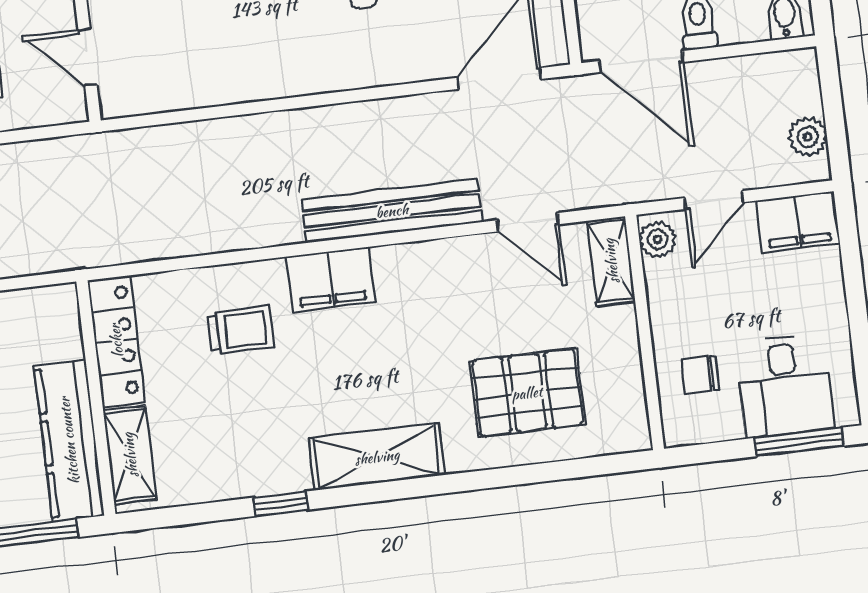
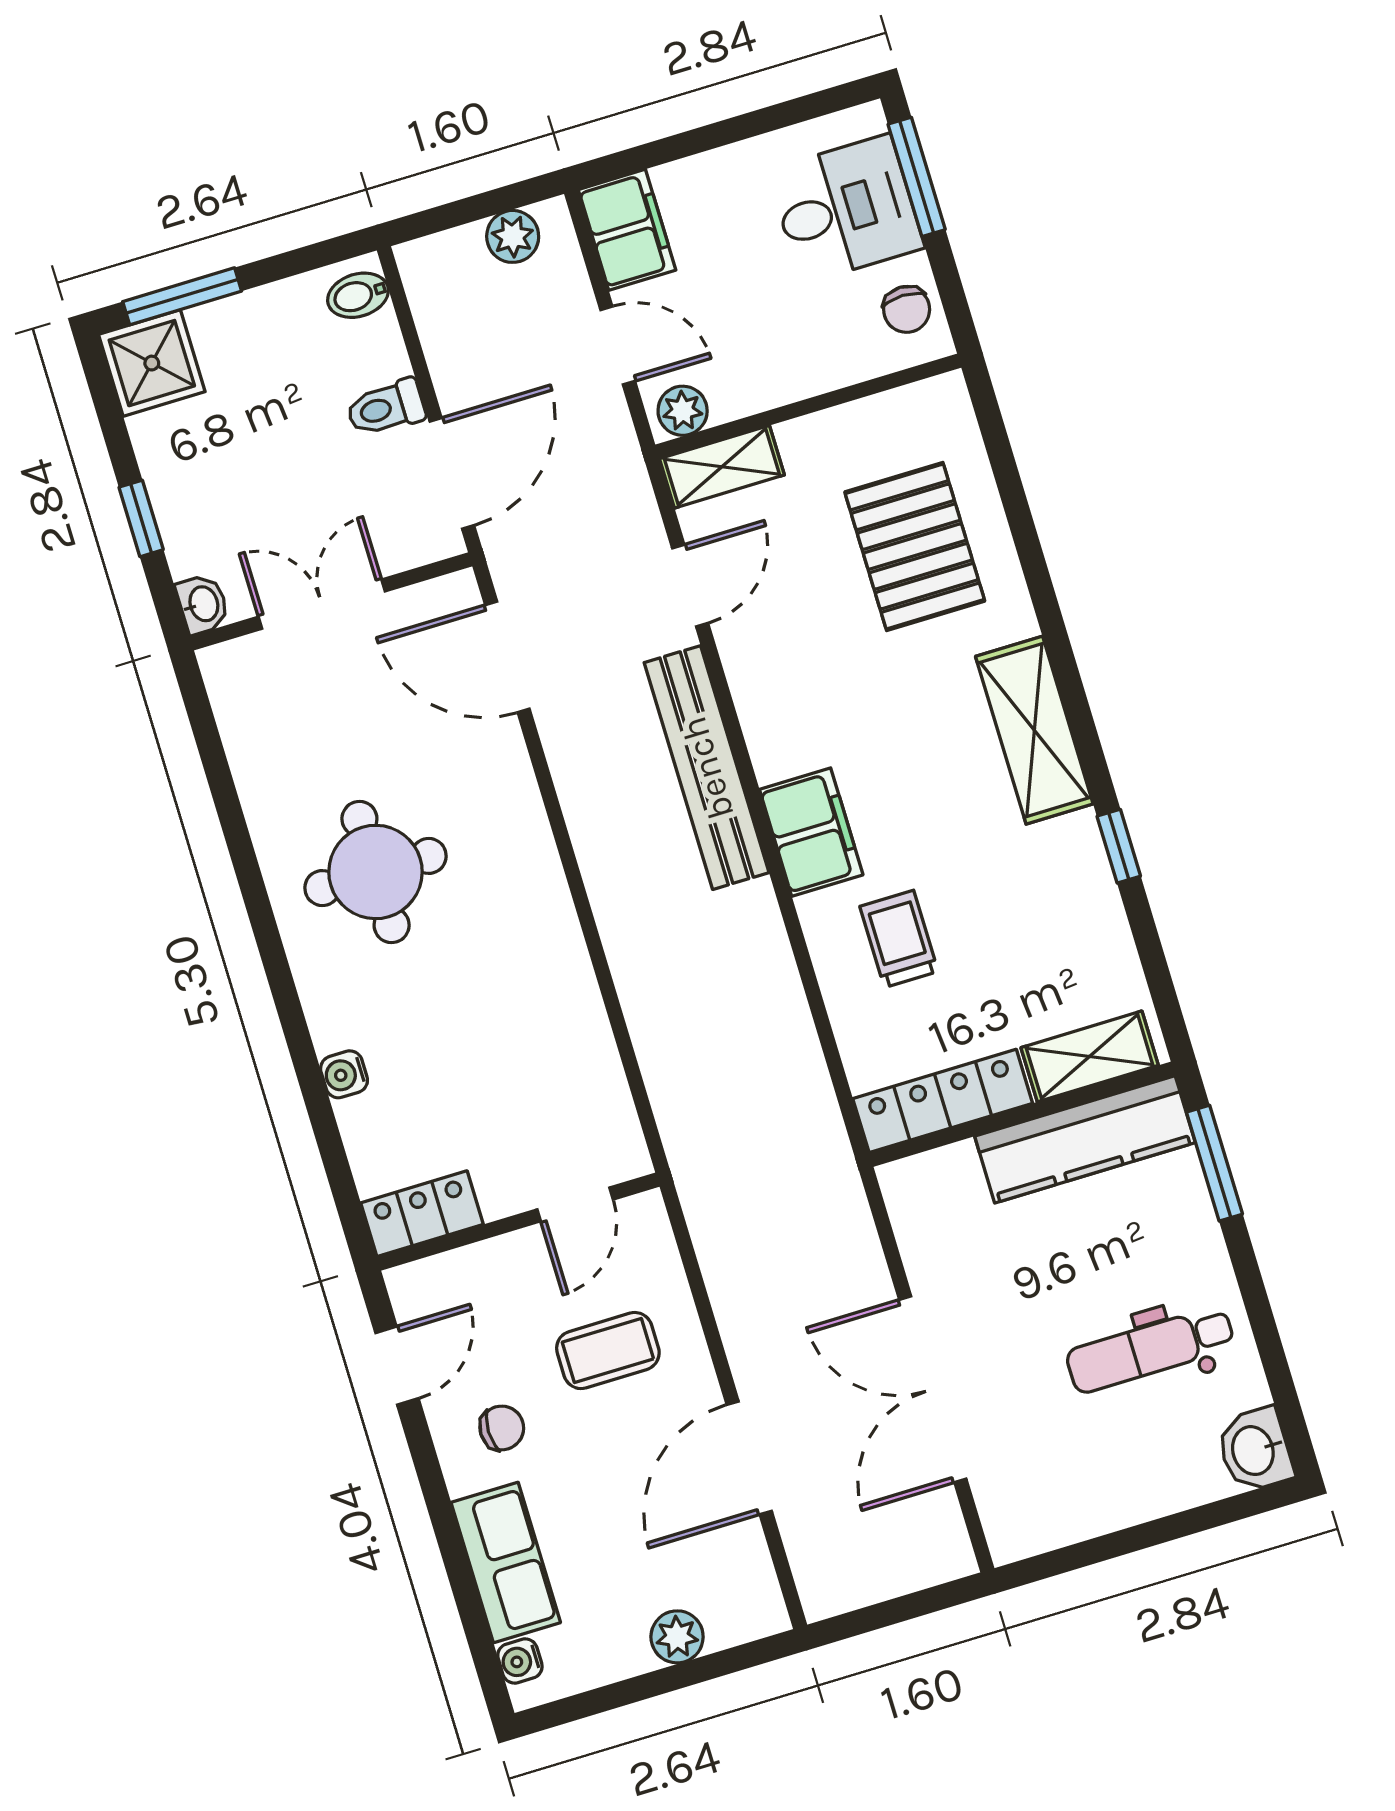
chair: (700, 375) -> (907, 309), moved

